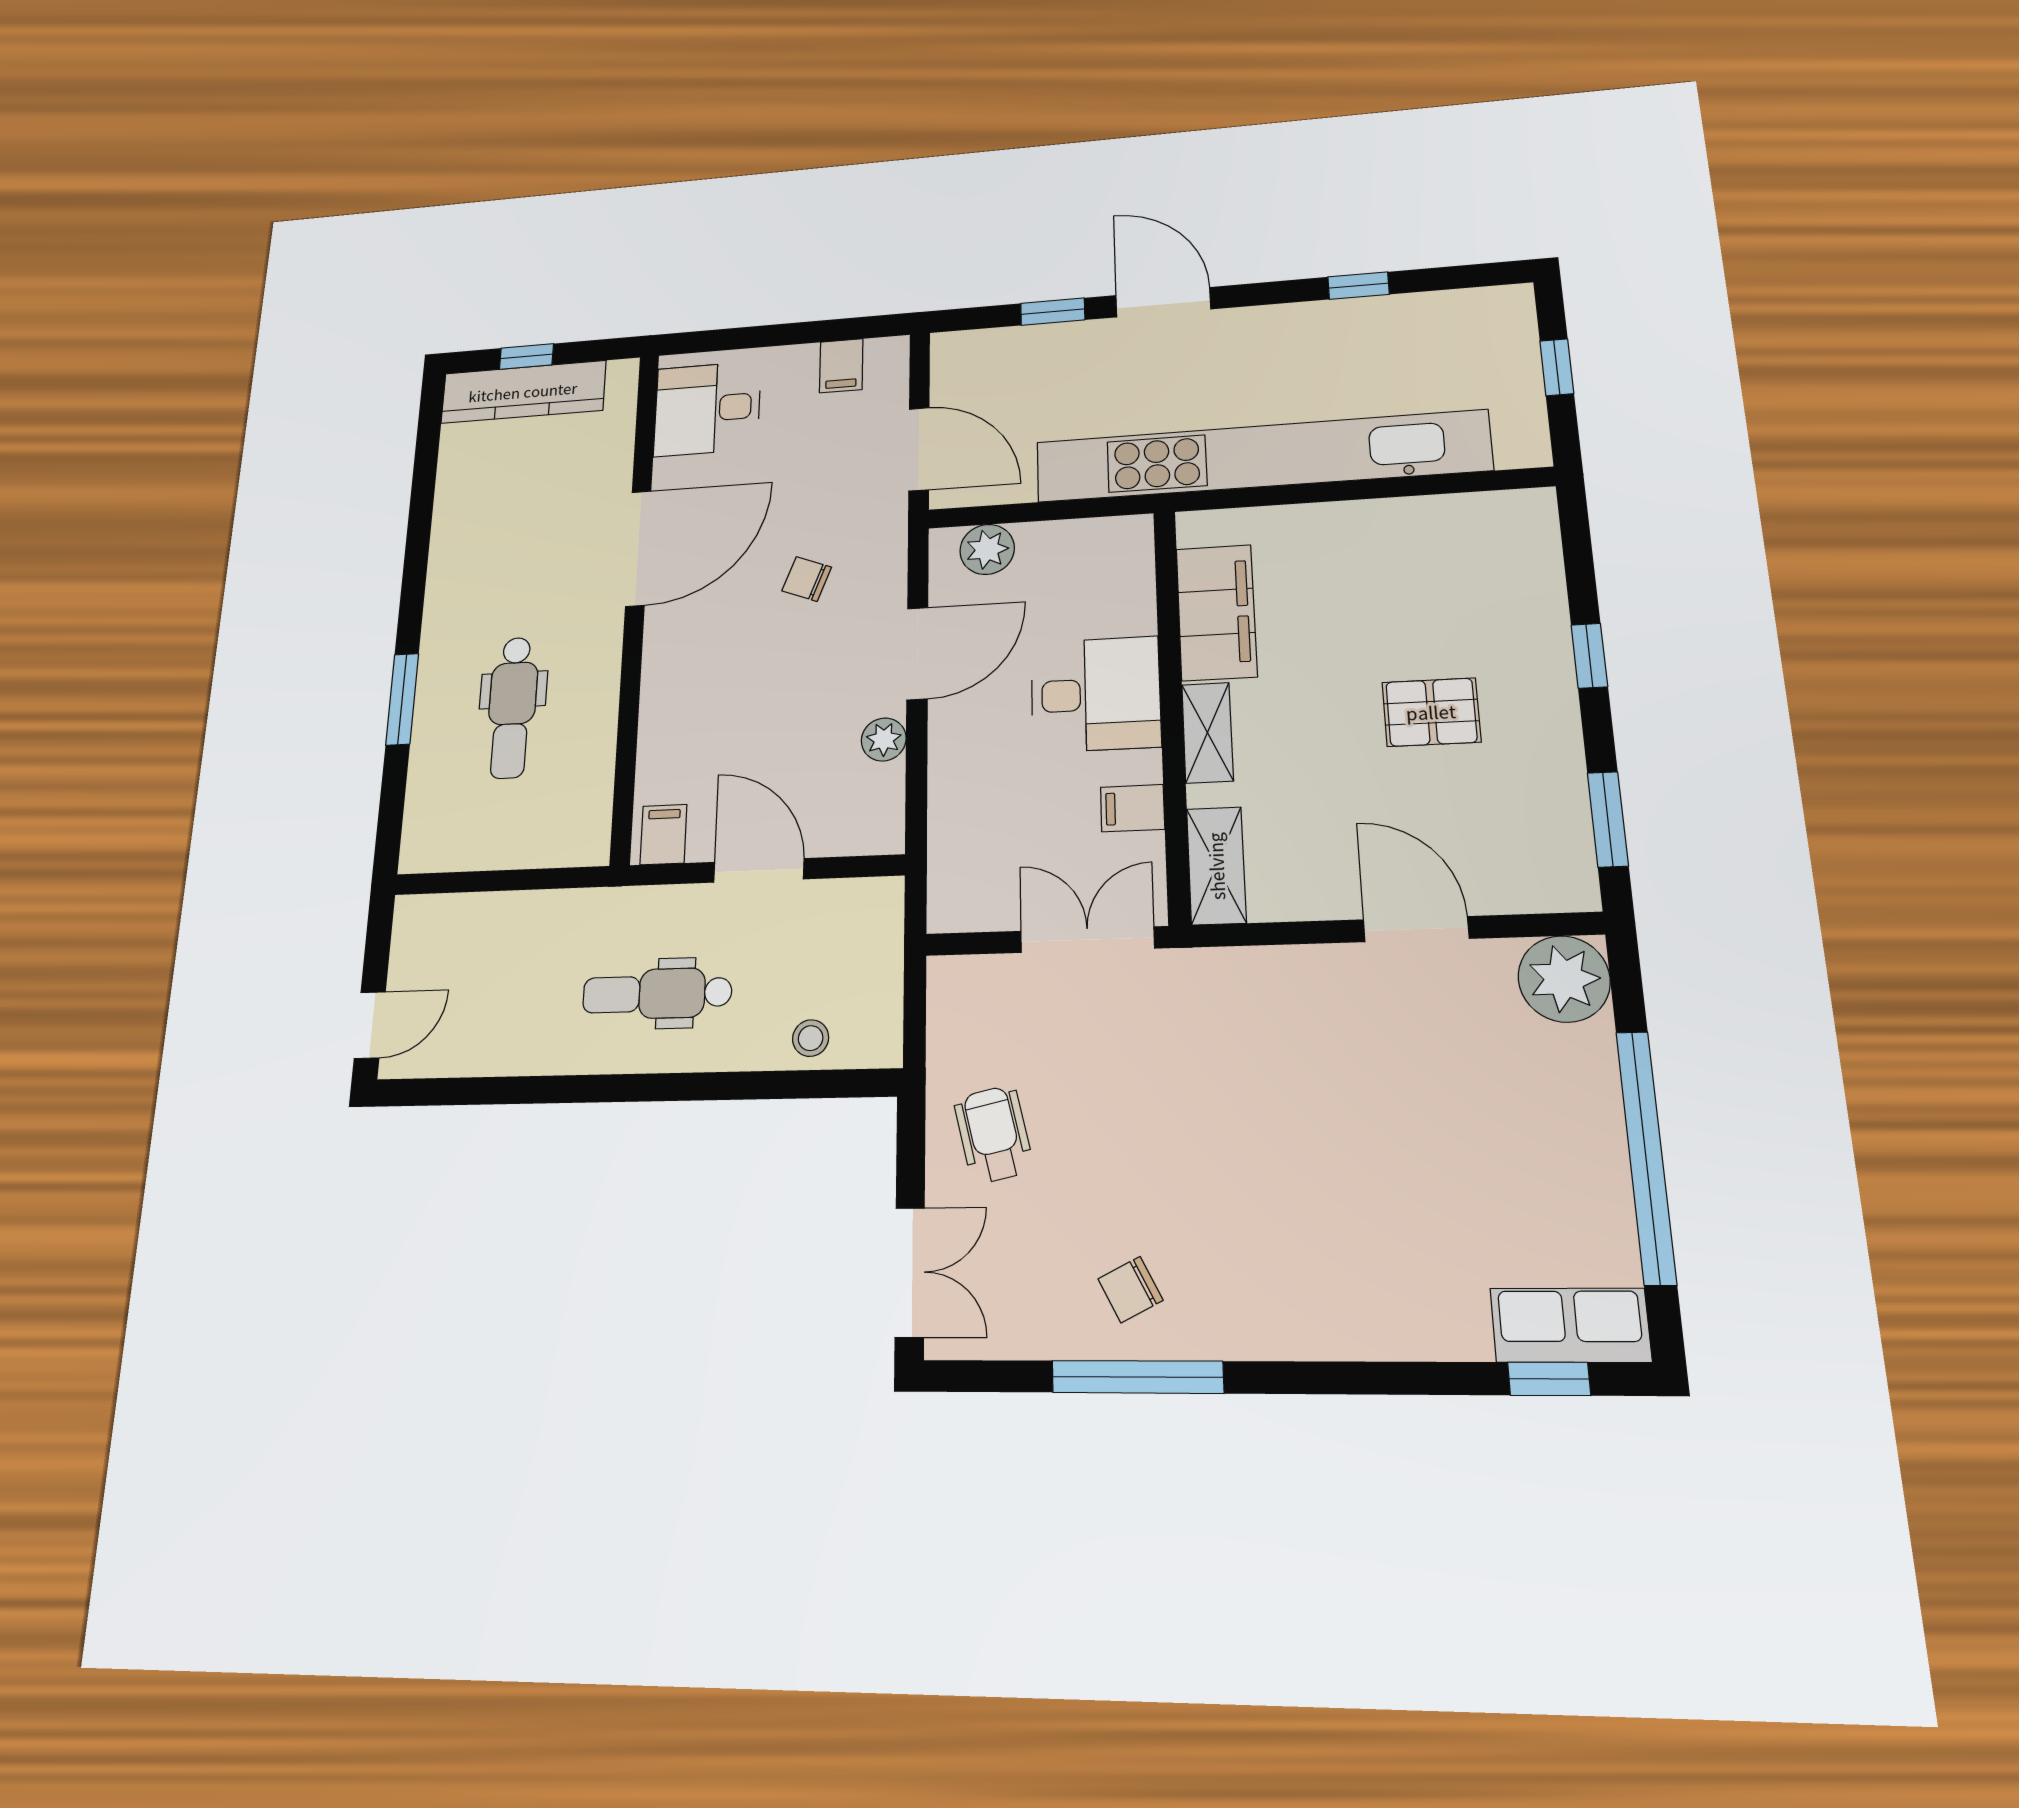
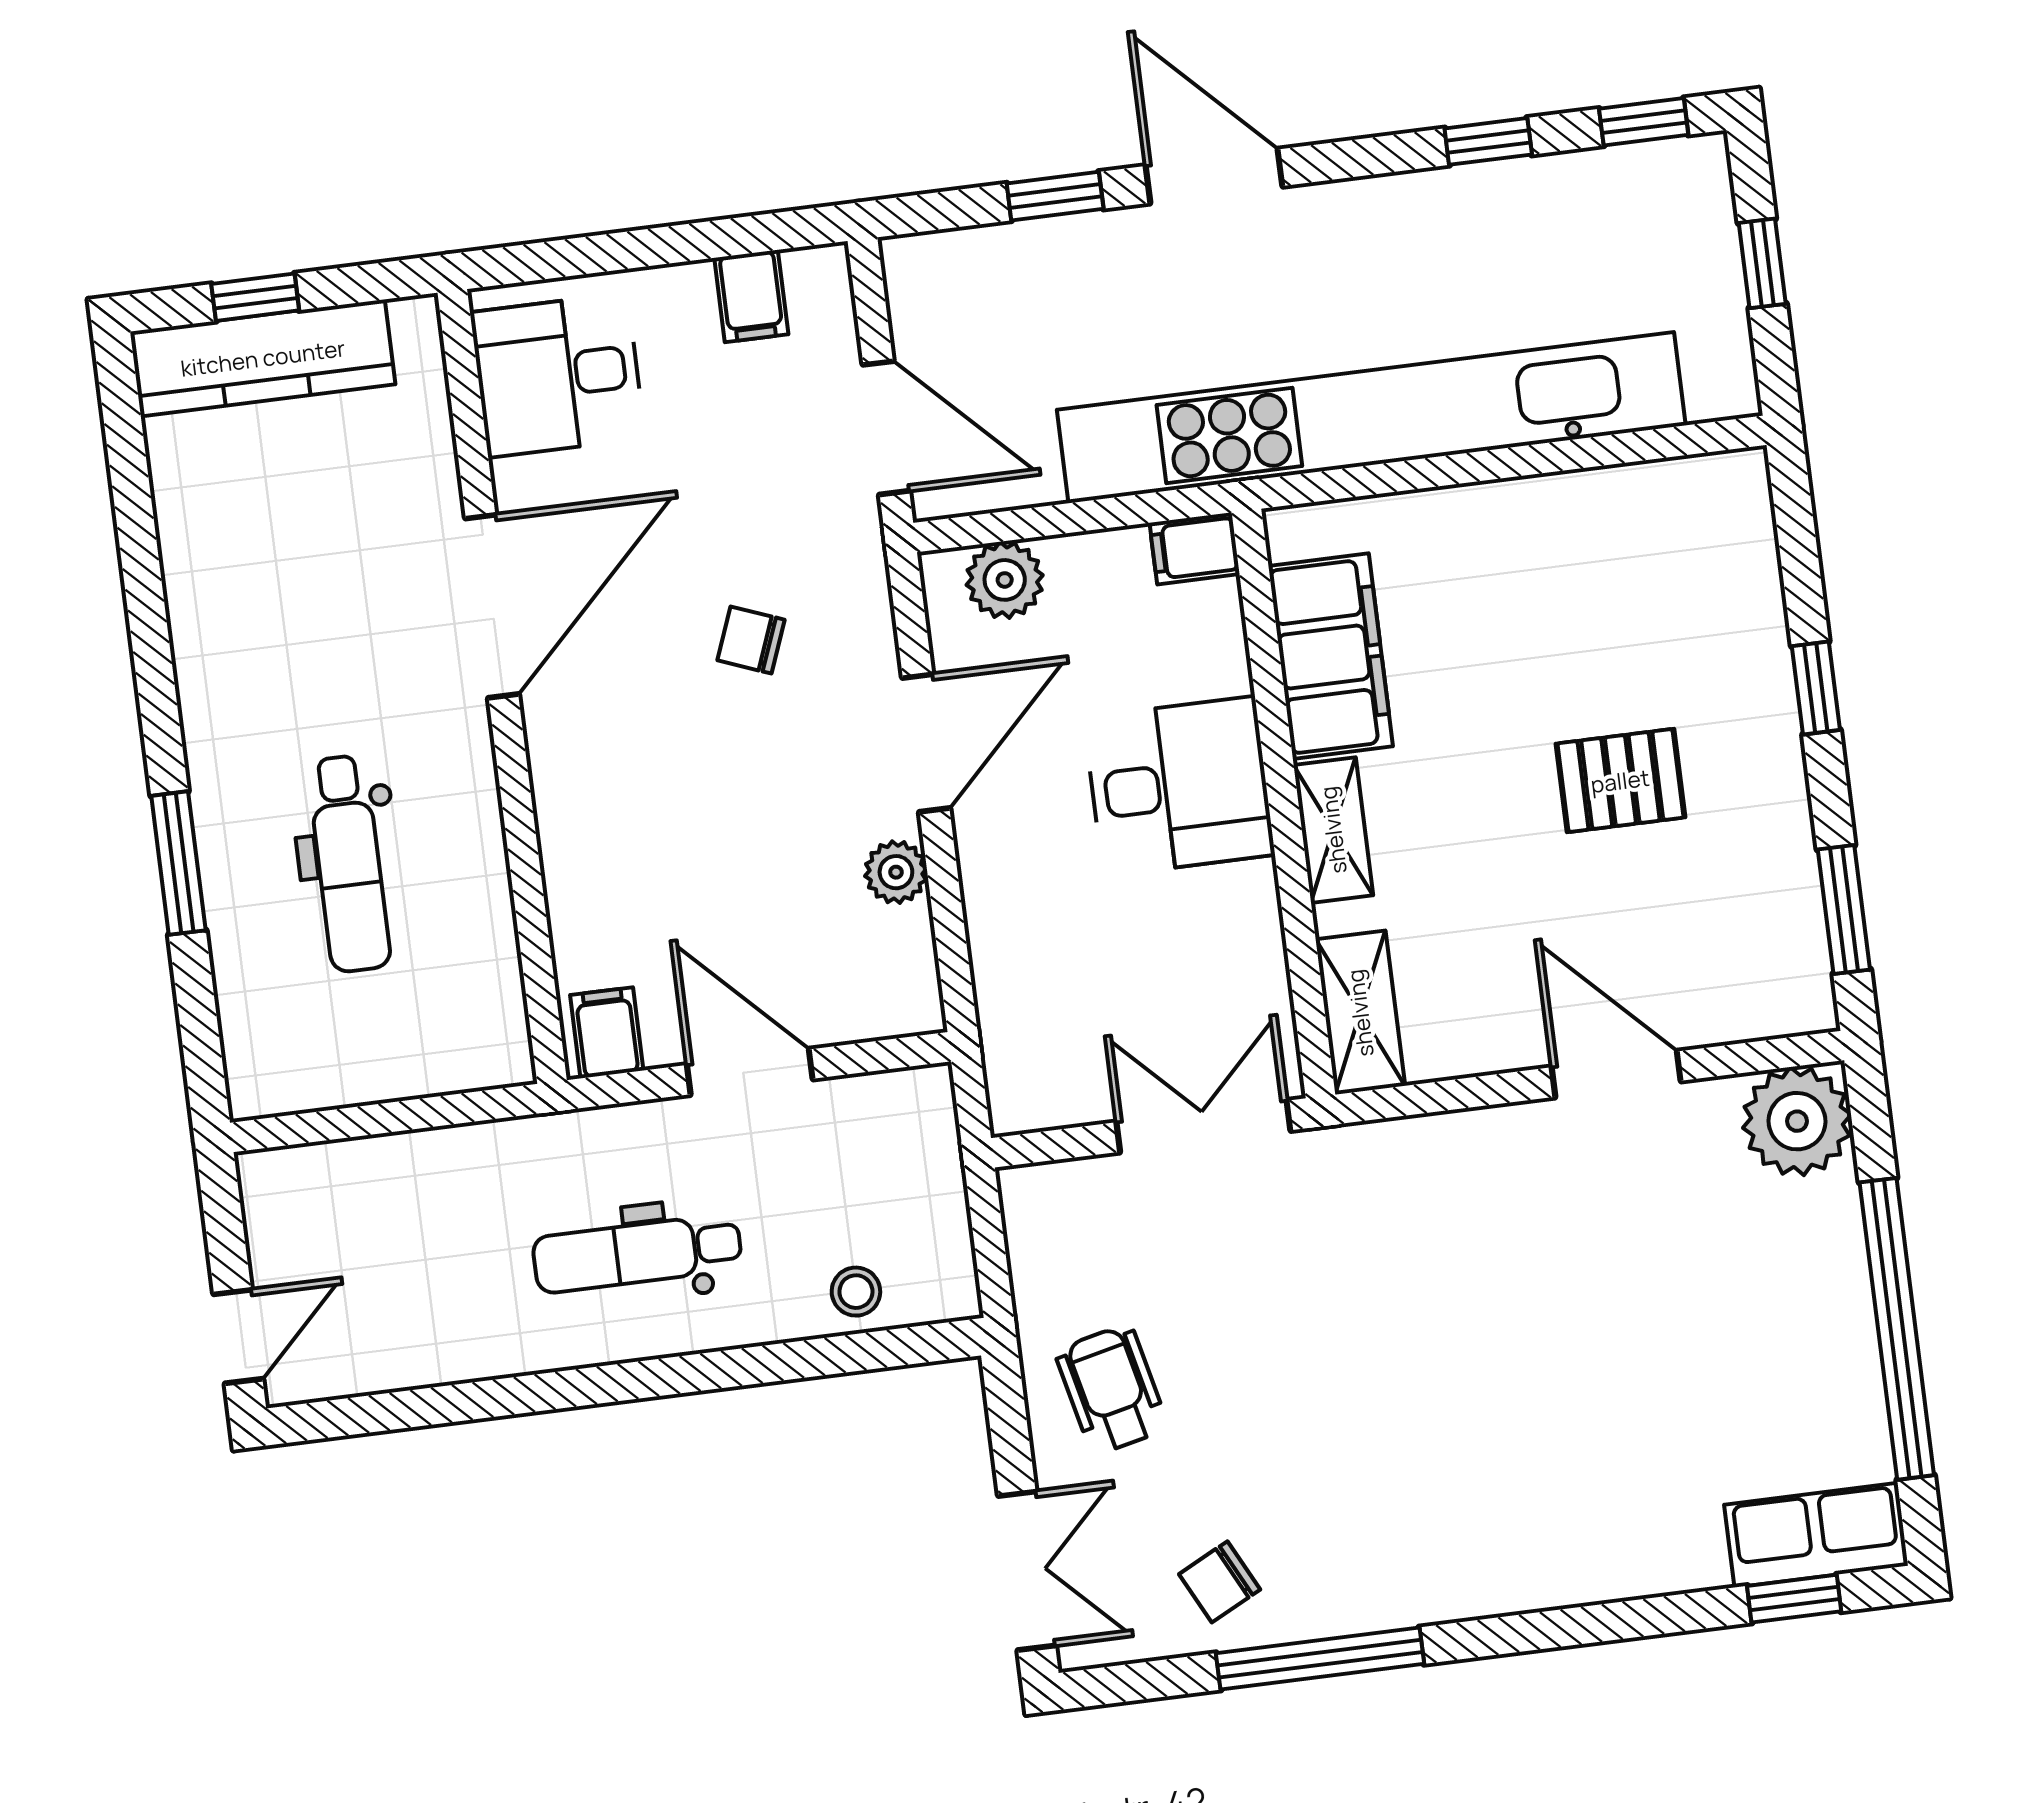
window: (1472, 276) -> (1644, 122), added
filing cabinet: (1133, 808) -> (1195, 548), moved
chair: (1130, 1290) -> (1220, 1582), moved

